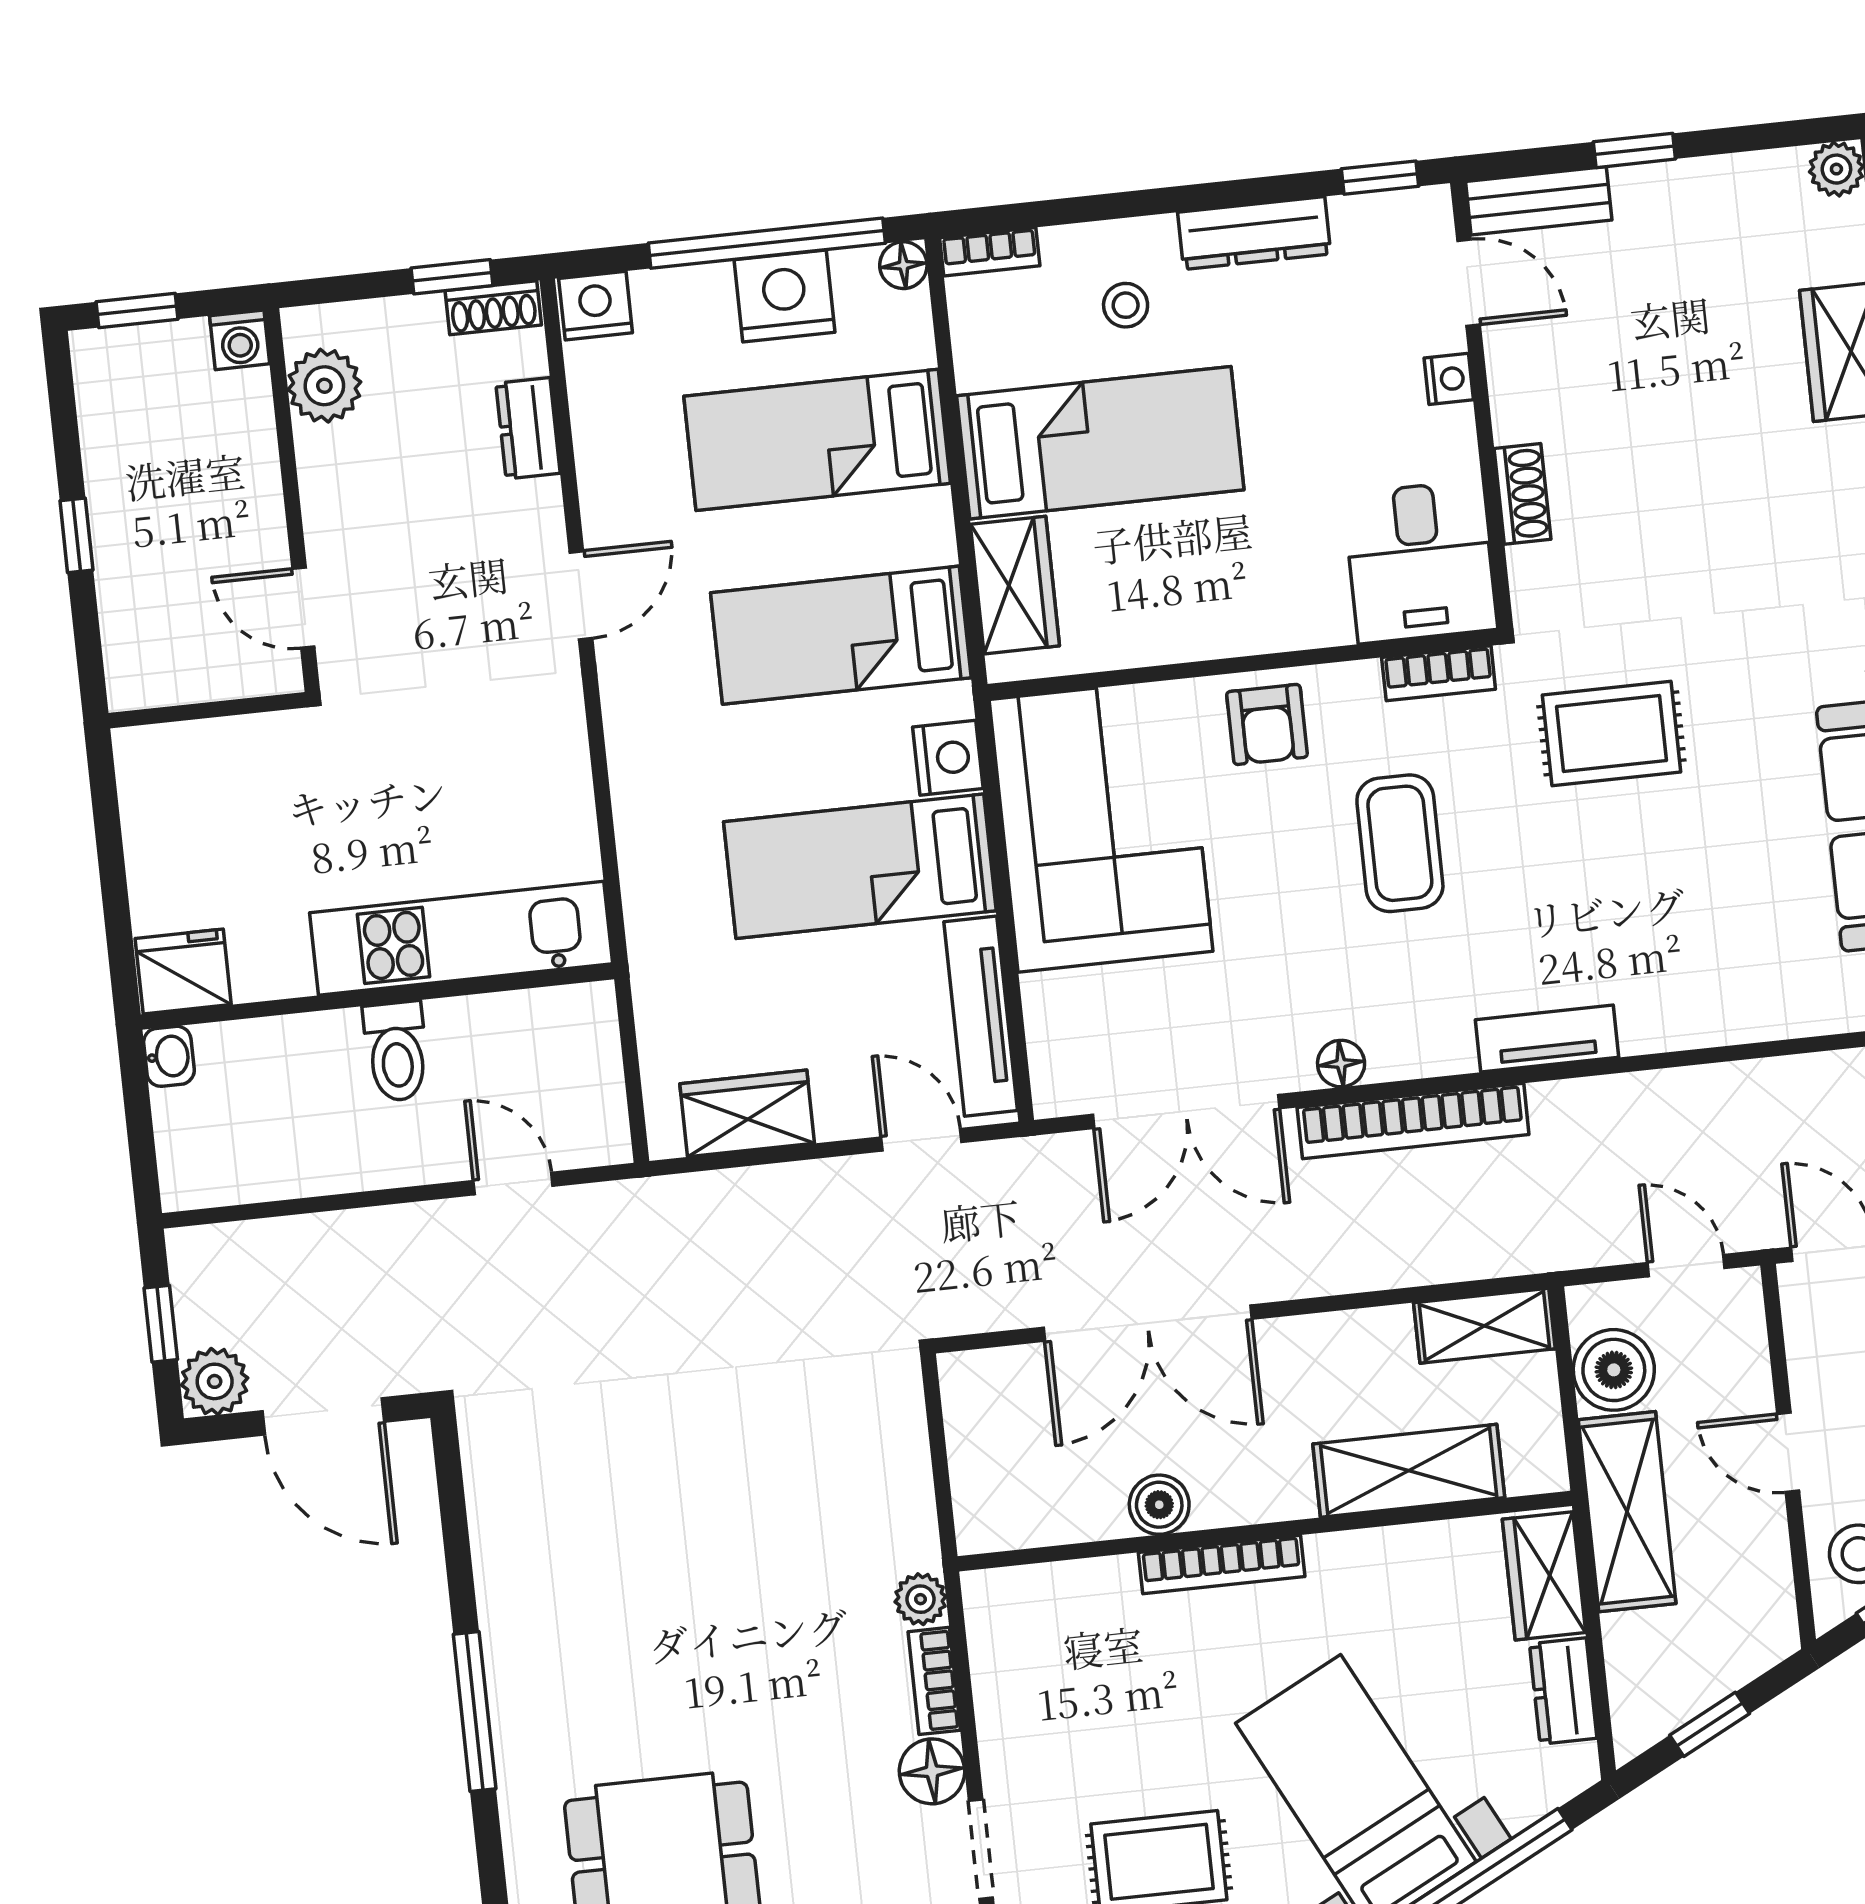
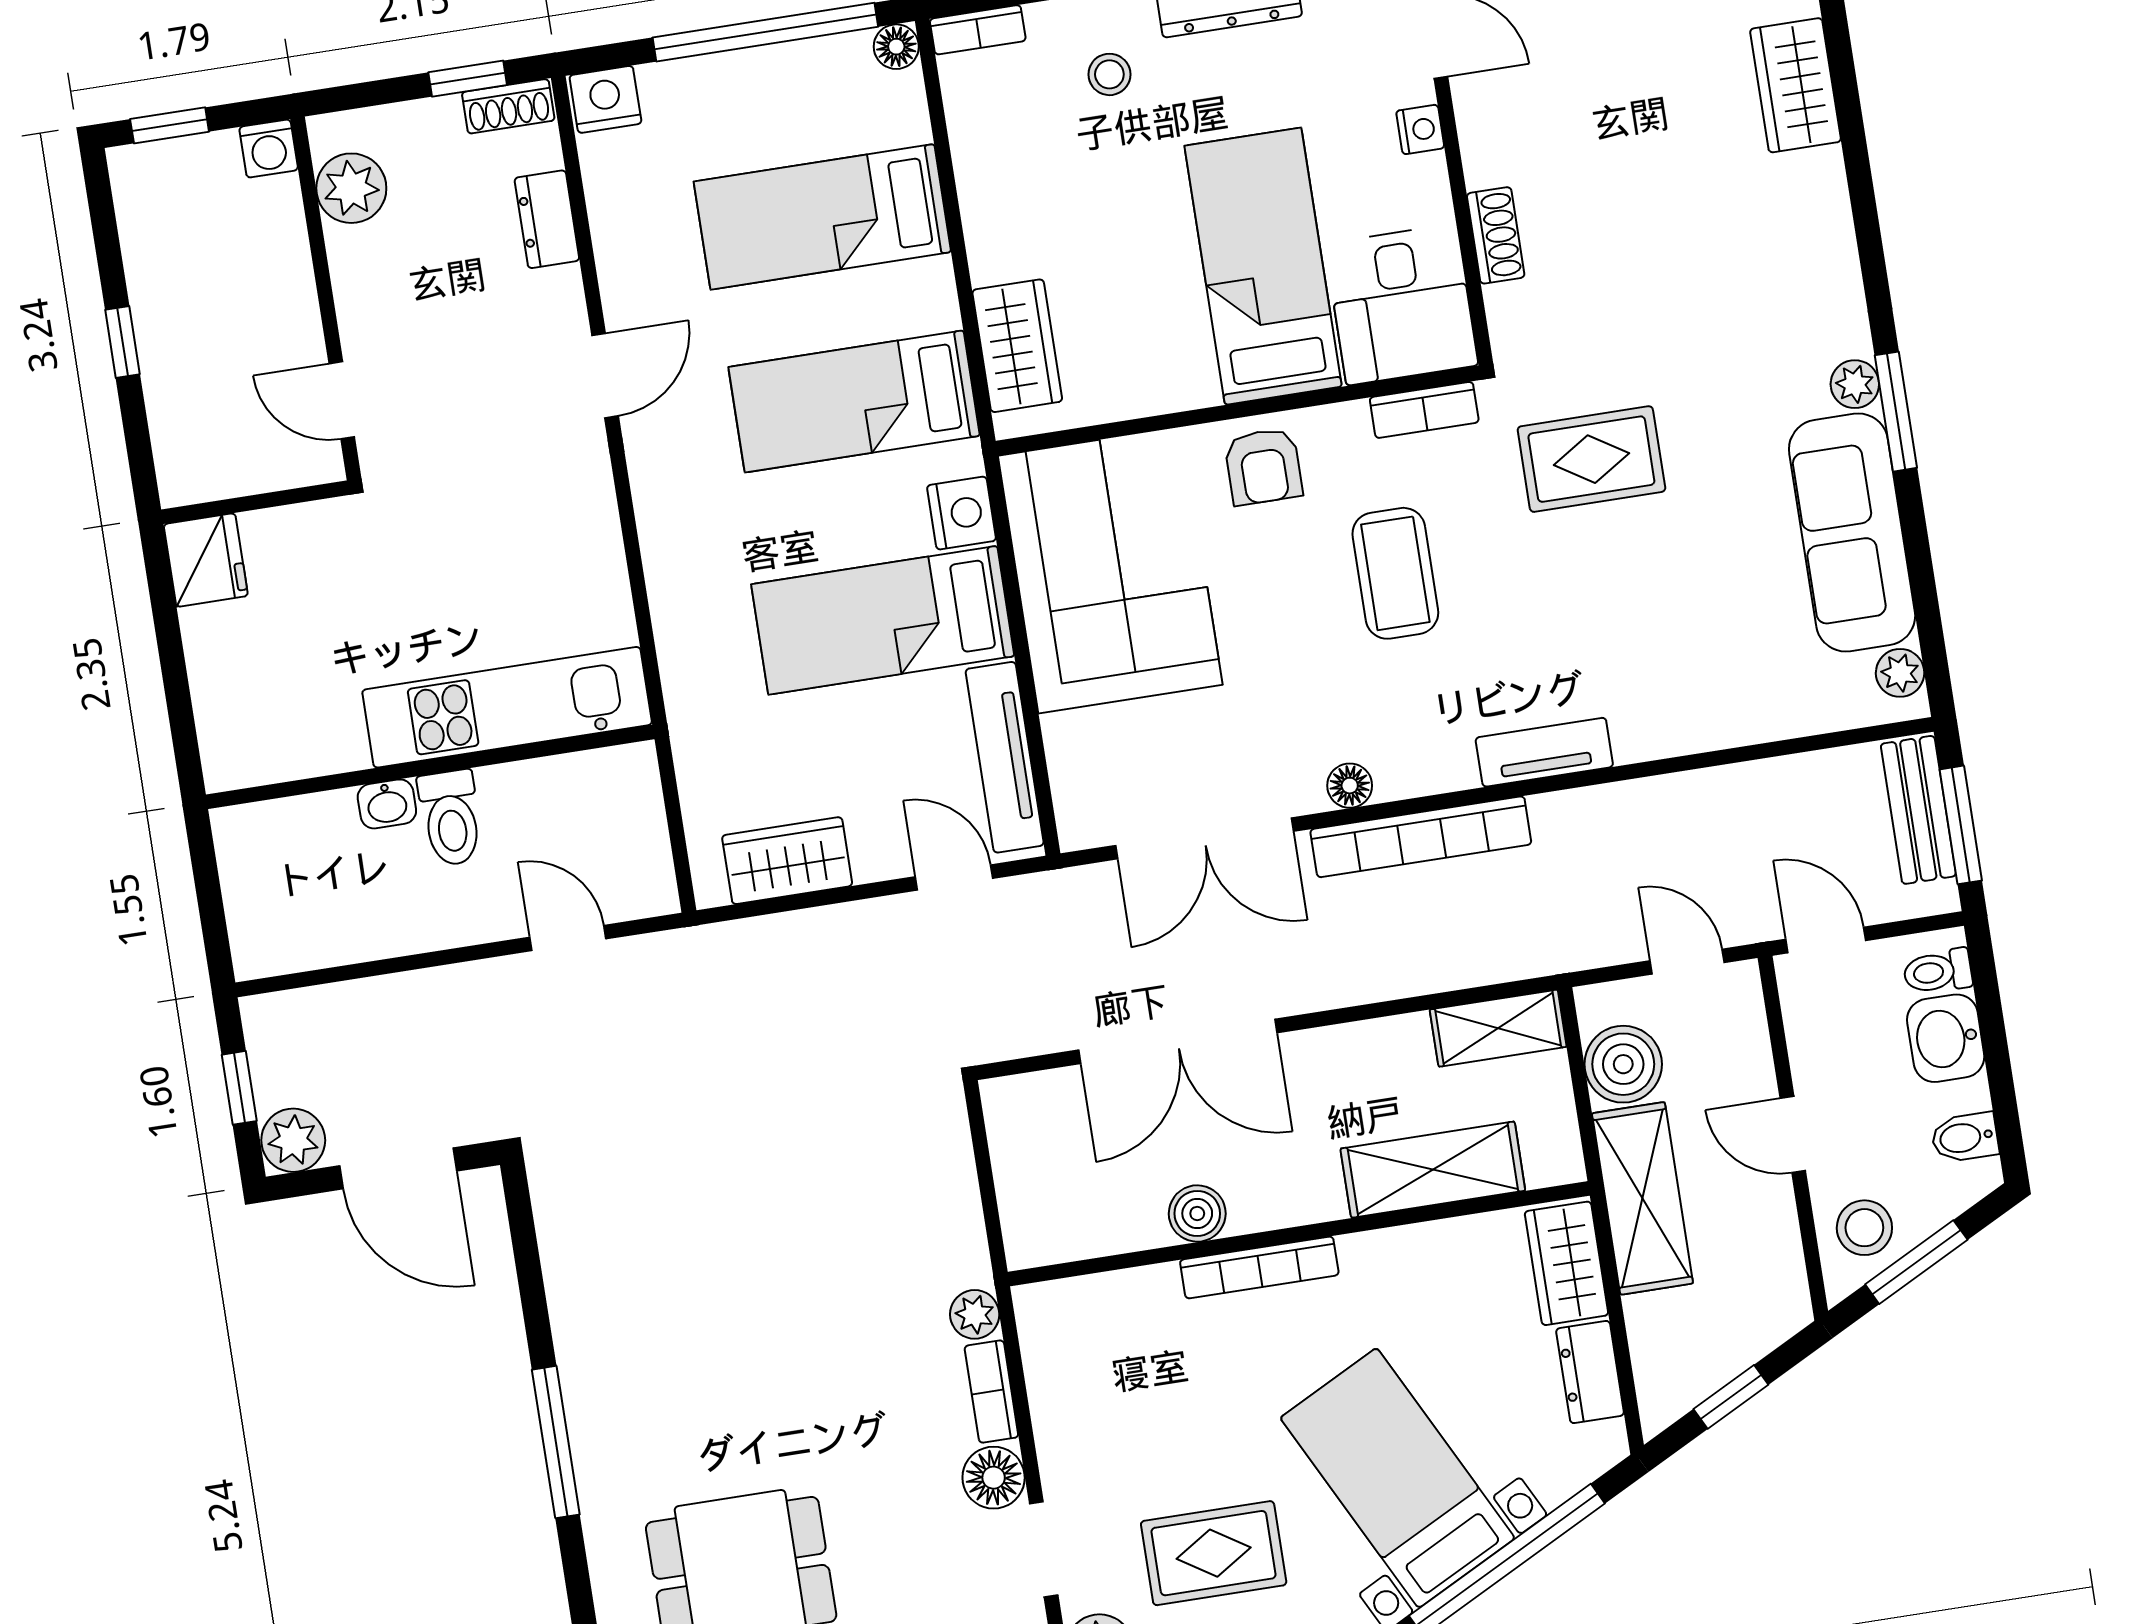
nightstand: (785, 296) -> (785, 81), removed
bed: (1100, 443) -> (1263, 266), moved, turned -90
fridge: (183, 972) -> (206, 560), moved, turned 90
washbasin: (169, 1056) -> (387, 804), moved, turned 90

